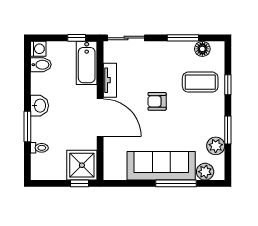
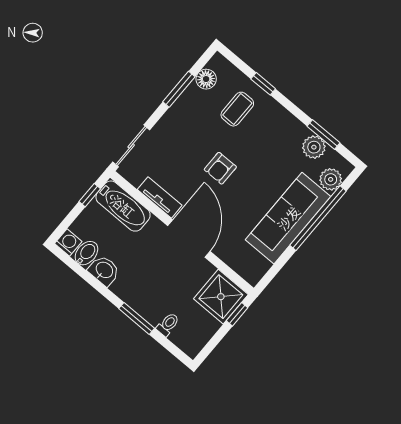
coffee table: (200, 82) -> (237, 109), width x0.73, depth x0.77
washbasin: (39, 106) -> (104, 270), moved
door: (100, 118) -> (189, 239), hinge flipped
window: (228, 130) -> (323, 134), moved
window: (176, 183) -> (318, 218), width x1.46

